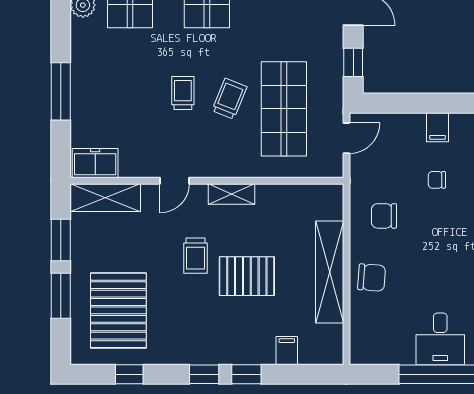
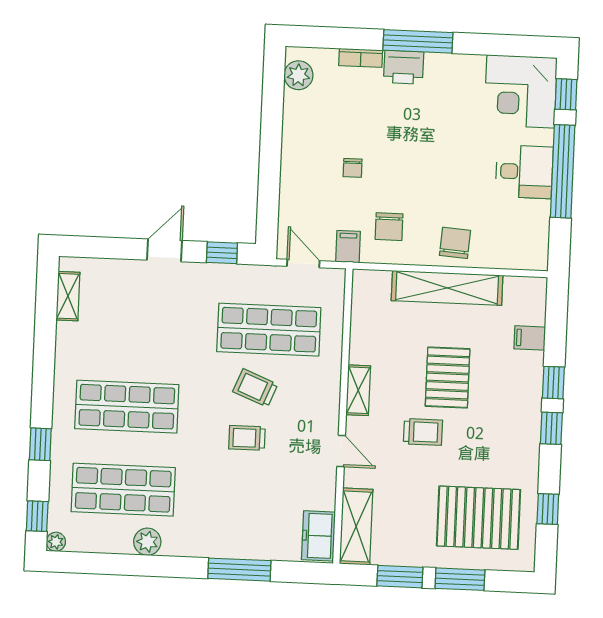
filing cabinet: (437, 127) -> (348, 247), moved, turned -90

